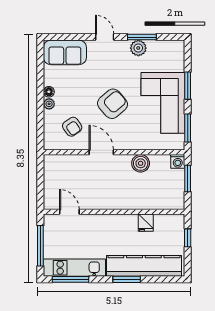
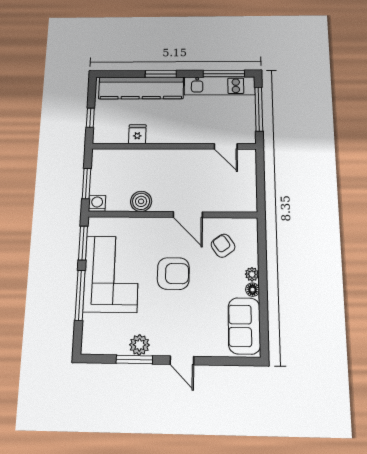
sofa: (65, 52) -> (244, 326), moved, turned -90
window: (188, 86) -> (80, 295), width x1.44
armchair: (113, 104) -> (173, 274), turned -139

